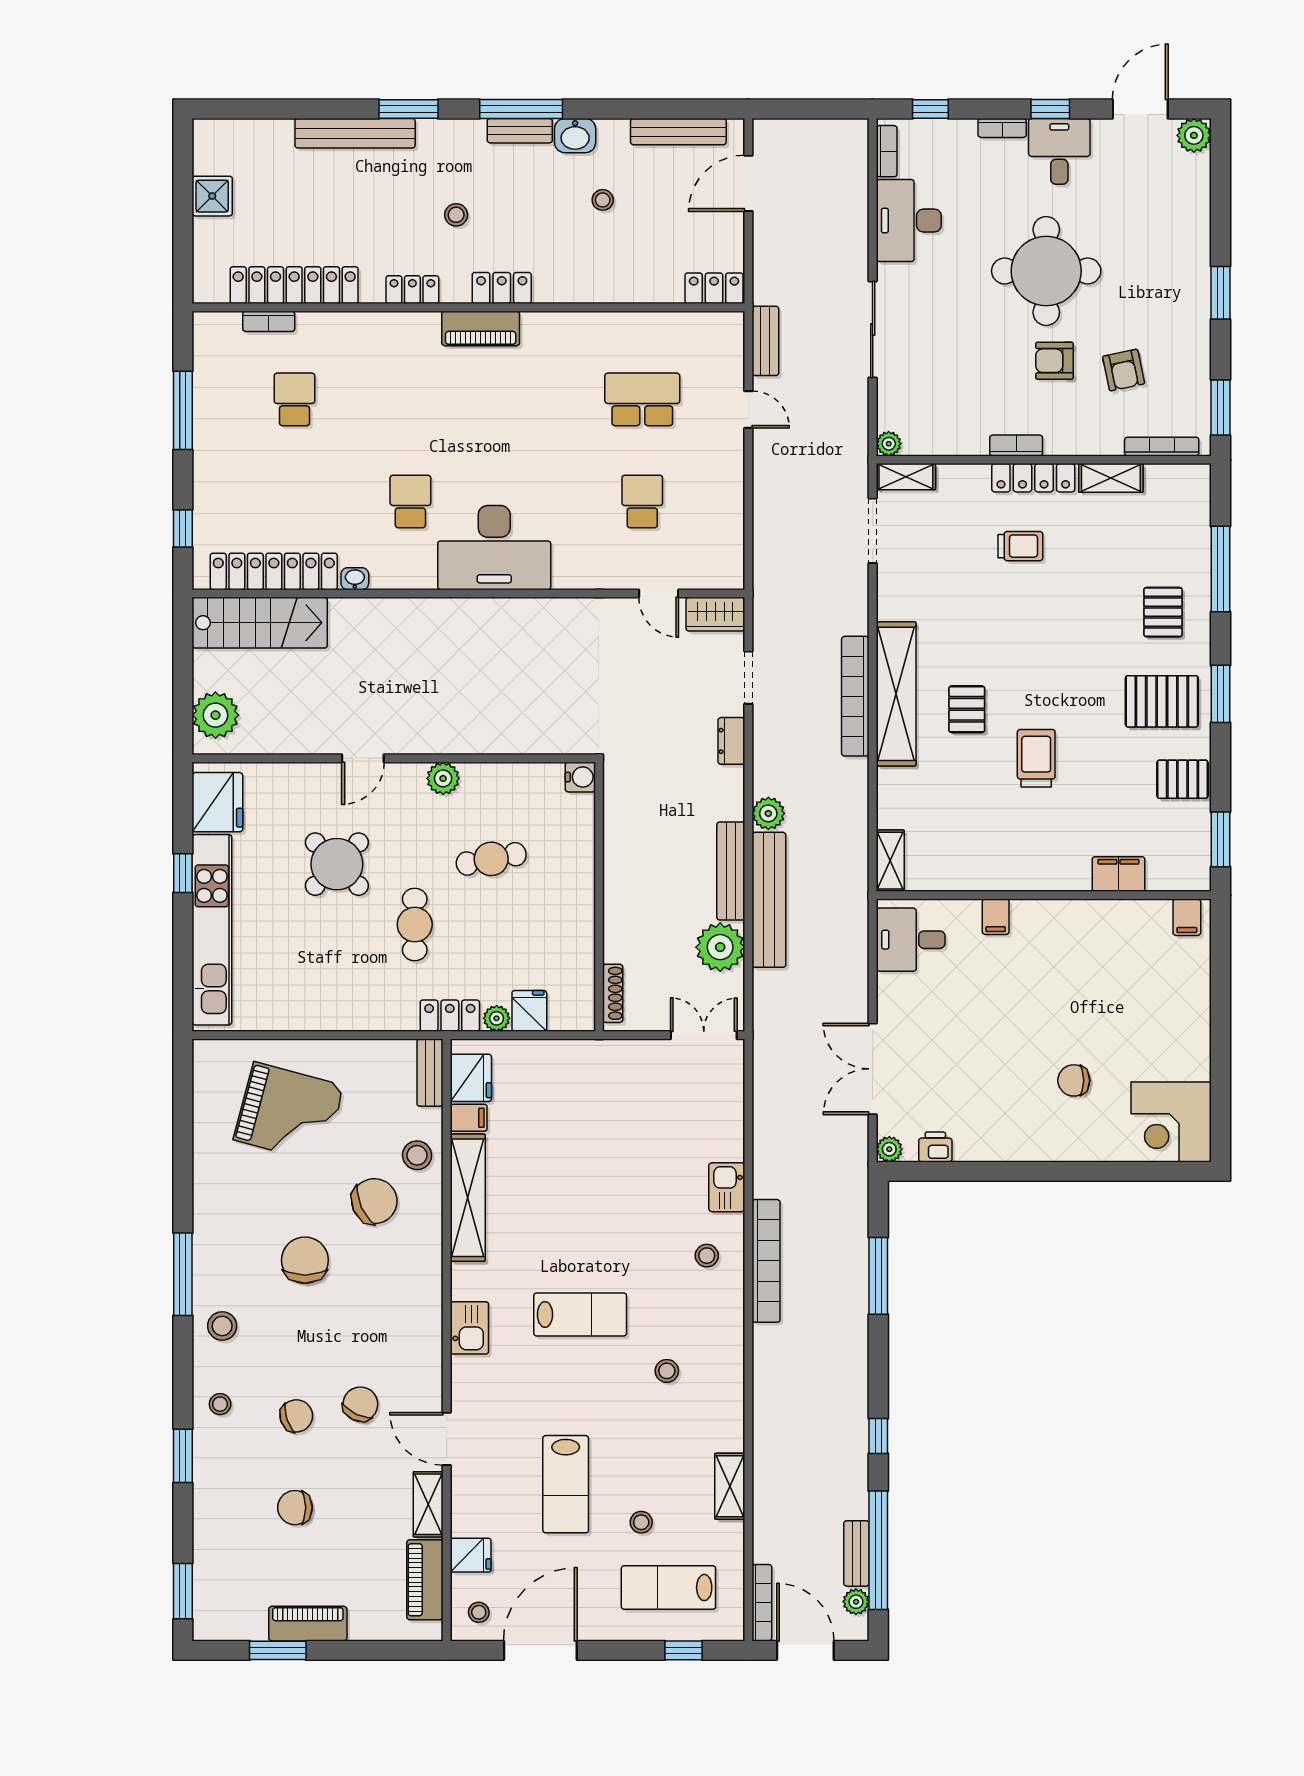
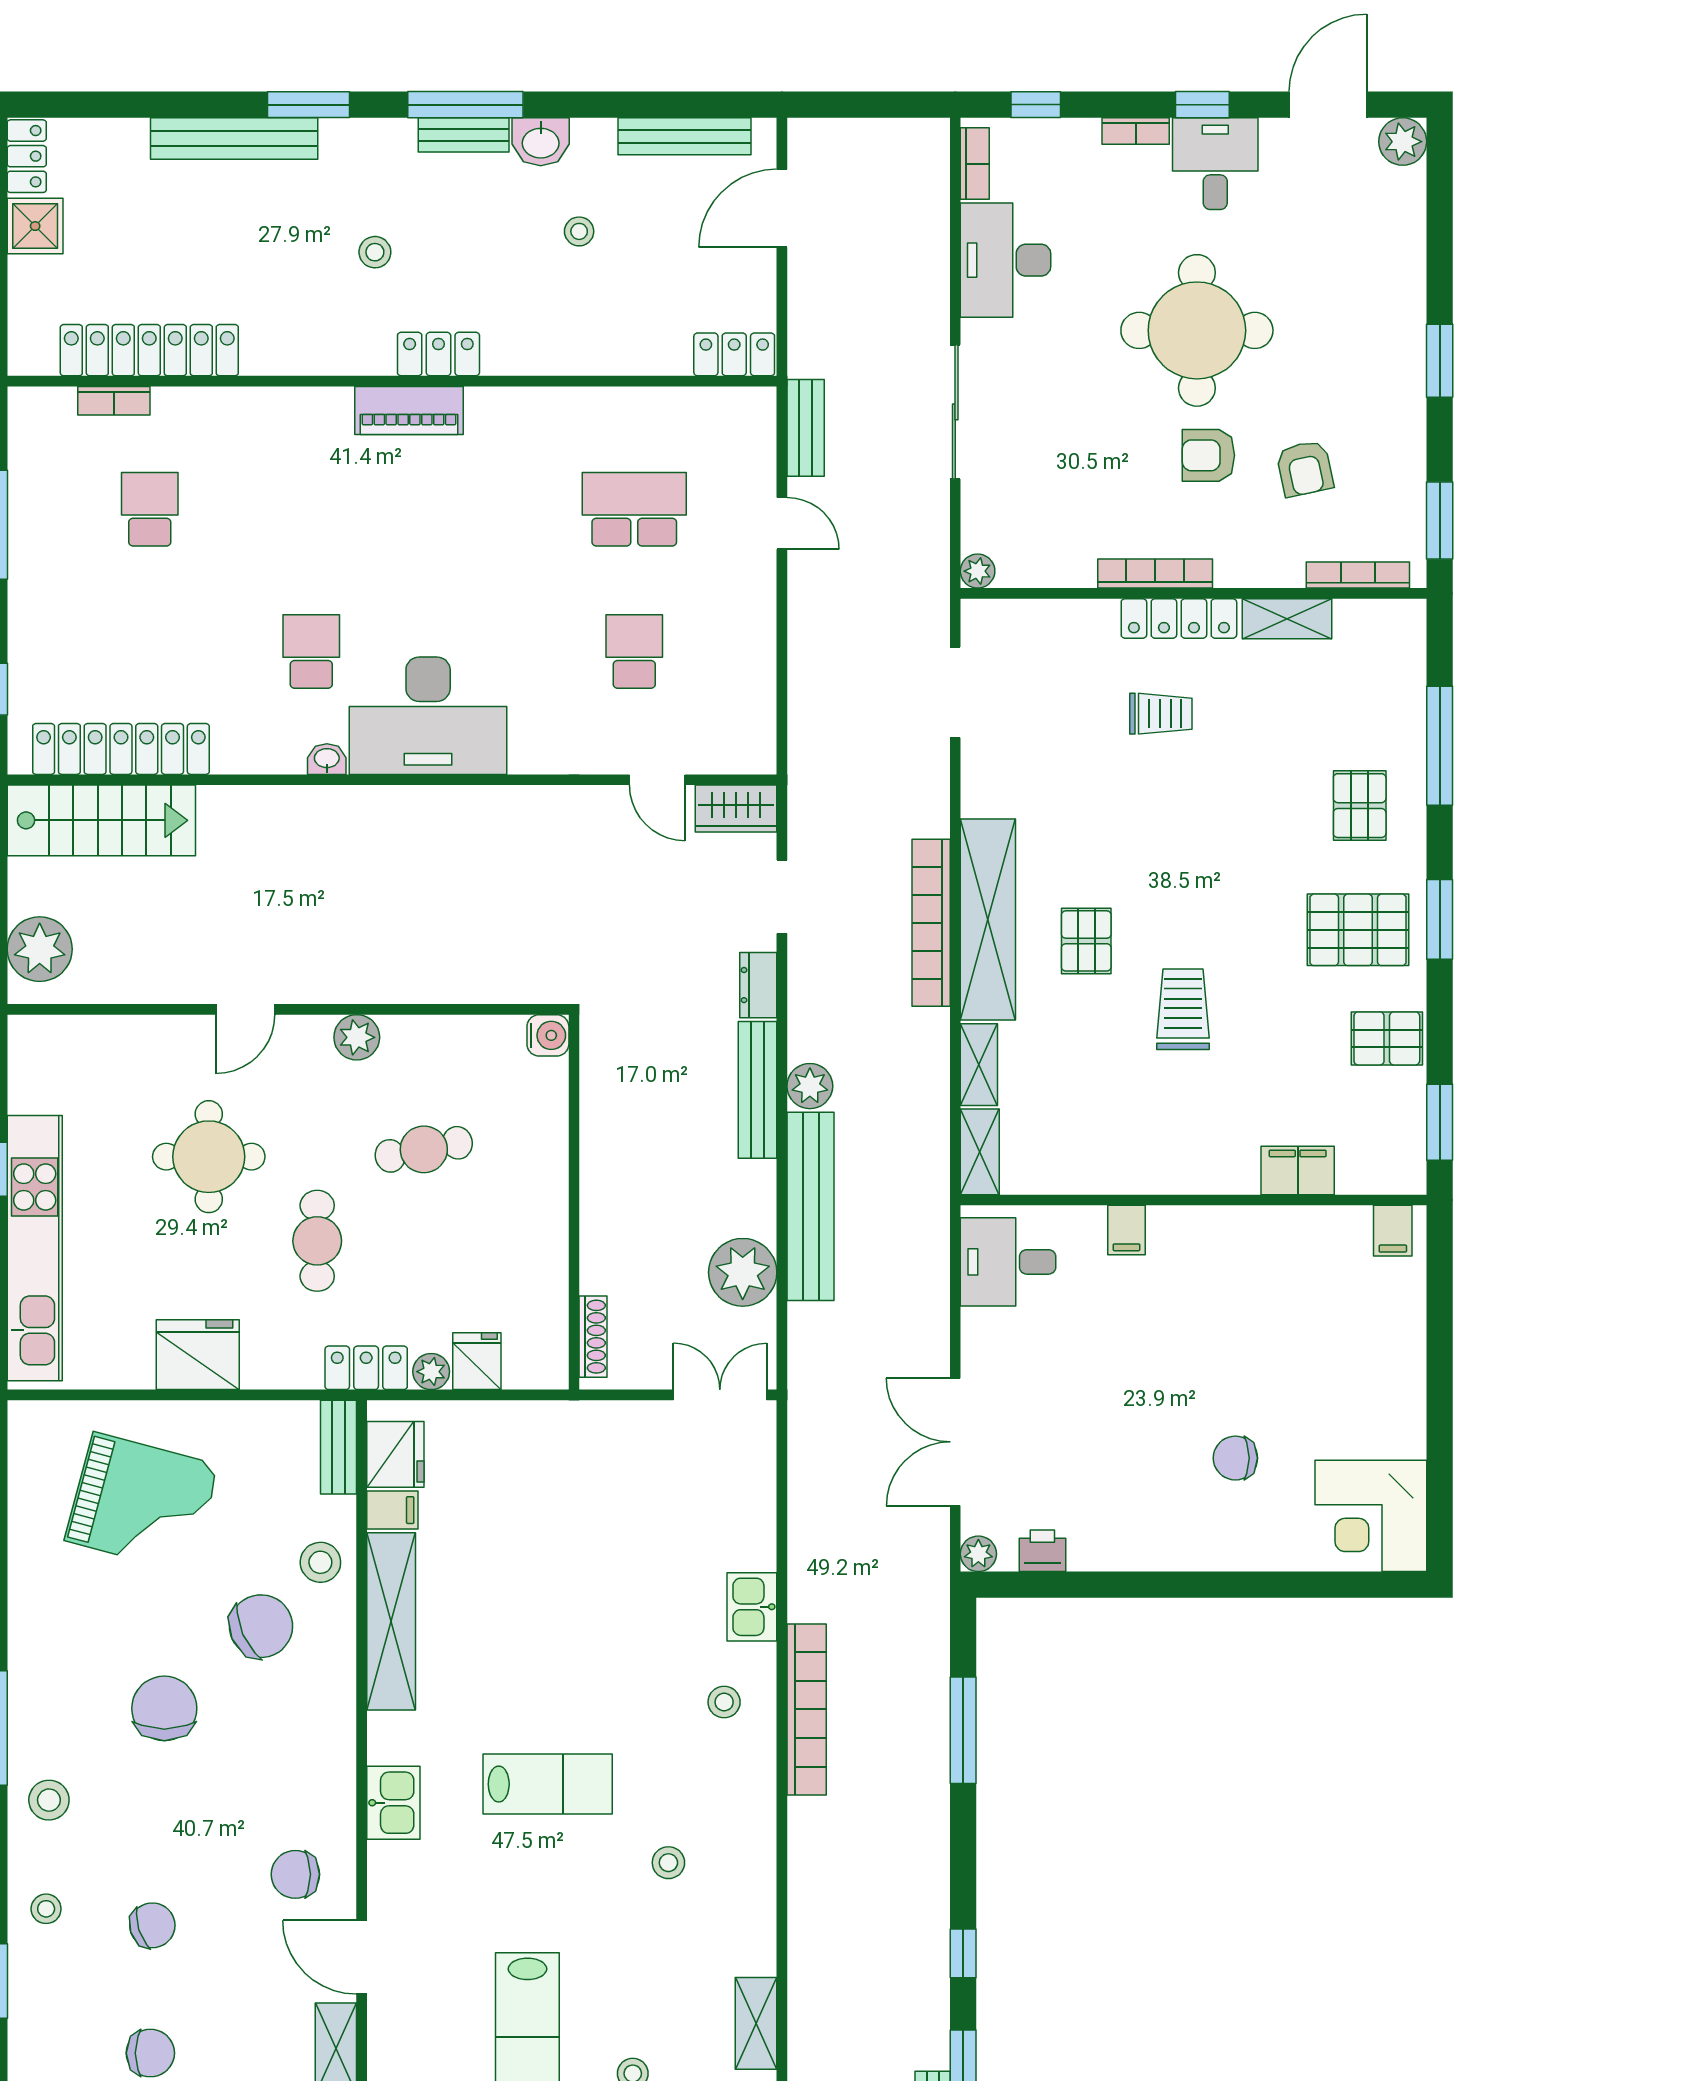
locker: (412, 290) -> (27, 156), moved, turned 90
bookcase: (1016, 446) -> (1155, 574), width x1.56
shelving: (906, 477) -> (979, 1065), moved, turned 90
washbasin: (355, 579) -> (327, 759), moved
fridge: (217, 802) -> (198, 1355), moved, turned -90
round table: (337, 864) -> (209, 1157), turned 45
bench: (731, 871) -> (758, 1090), moved
chair: (360, 1404) -> (295, 1874), moved, turned -116
chair: (295, 1508) -> (150, 2053), turned 180

